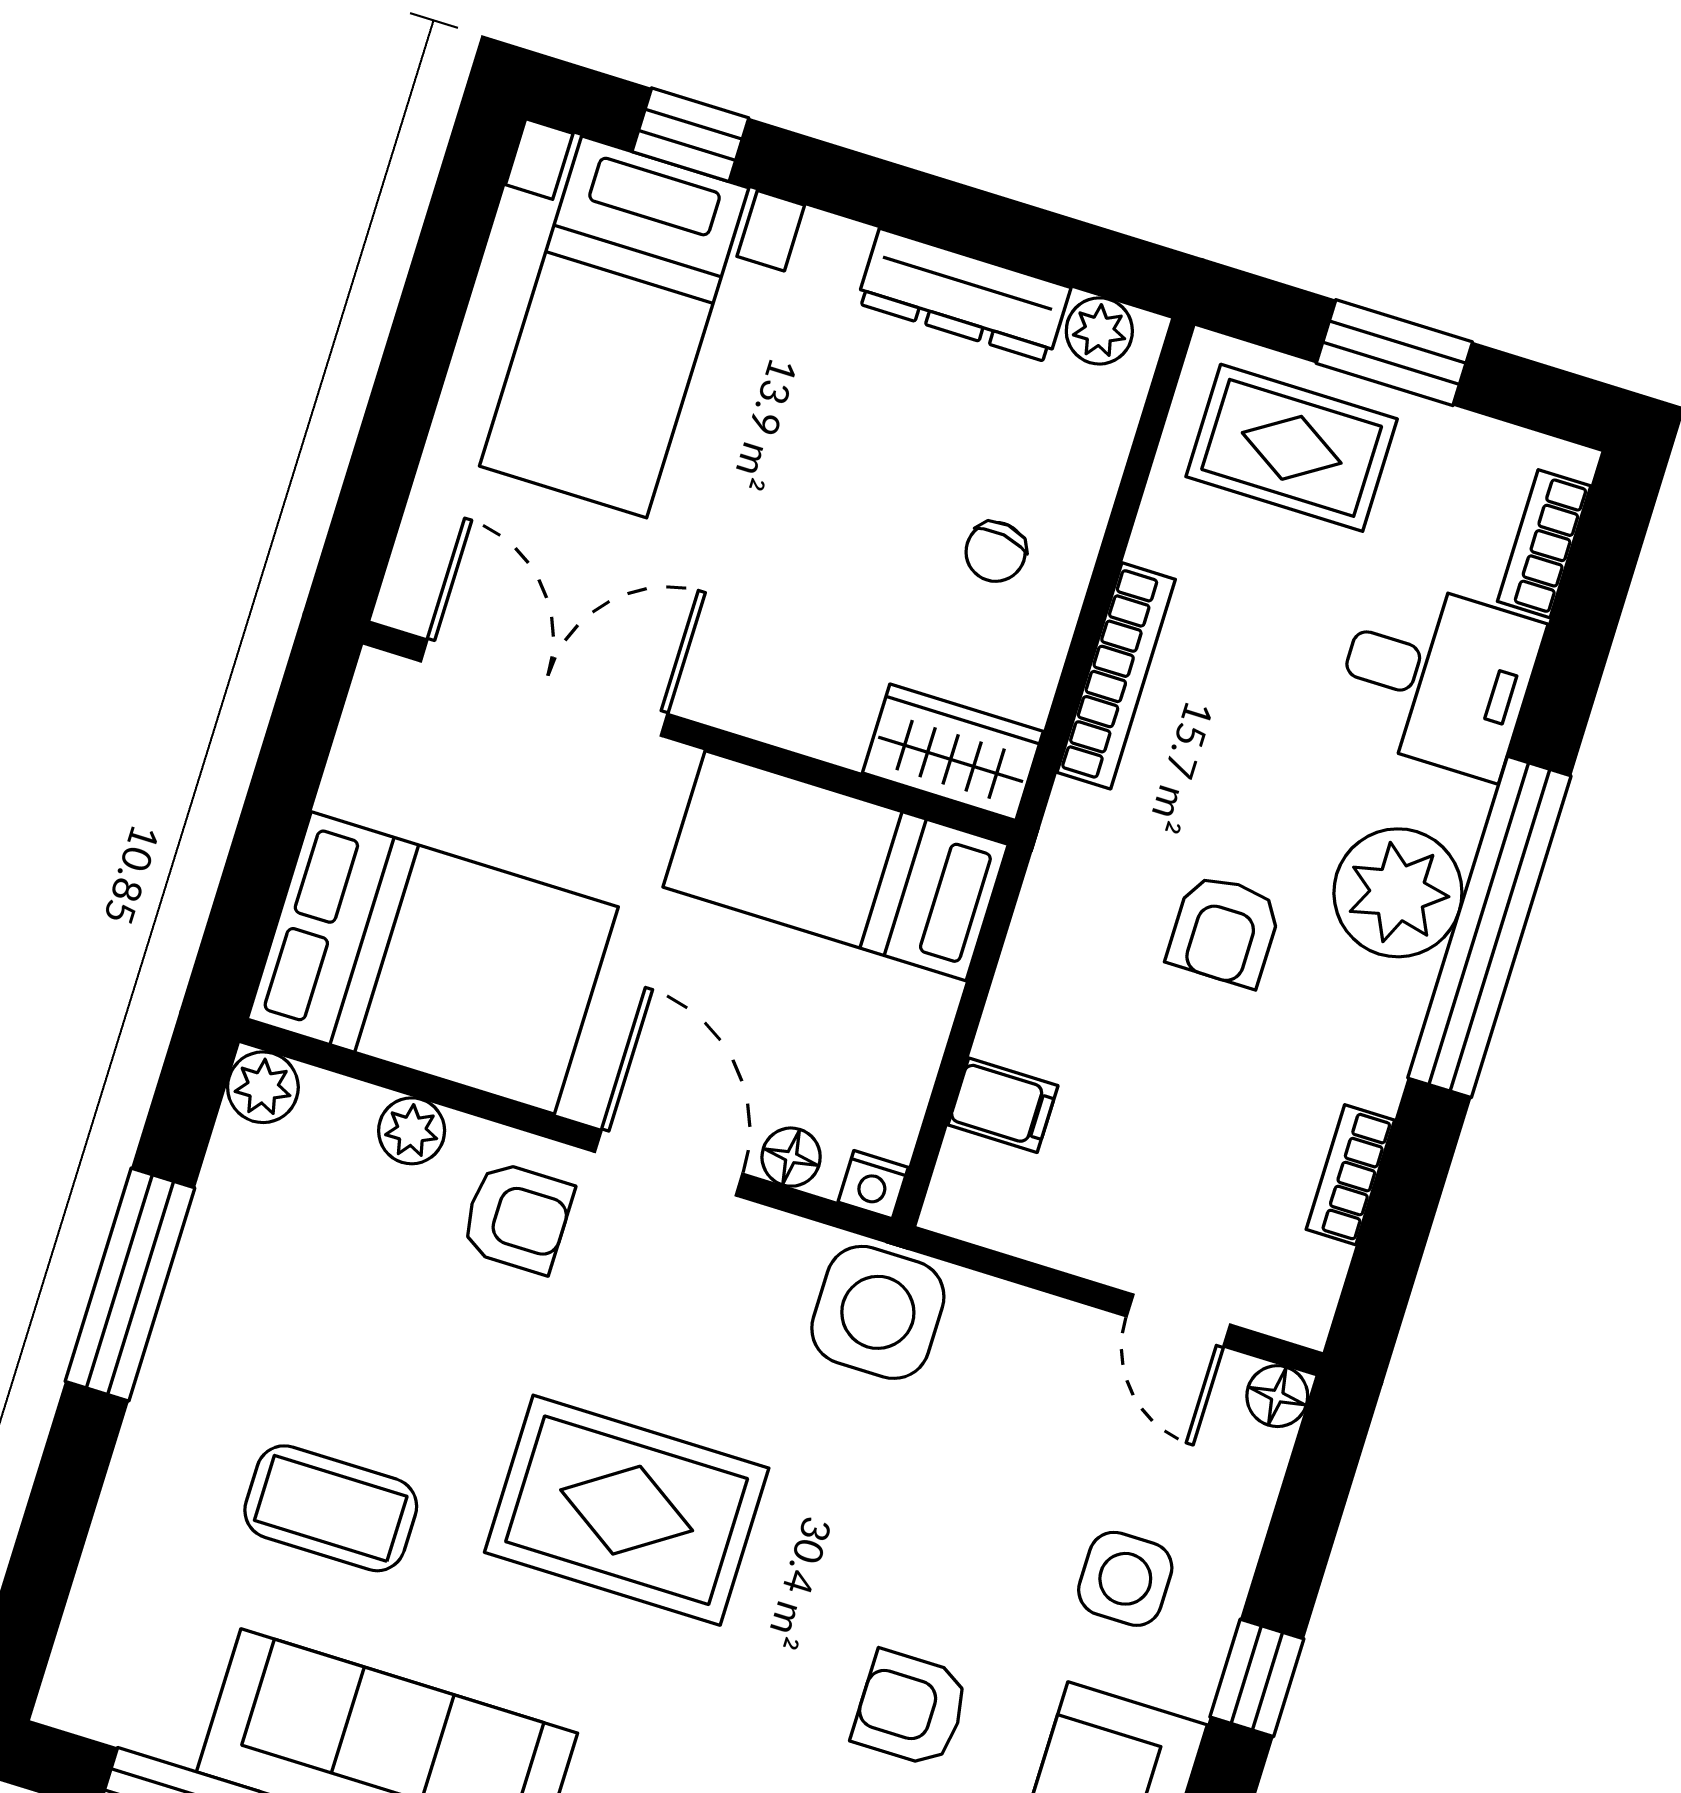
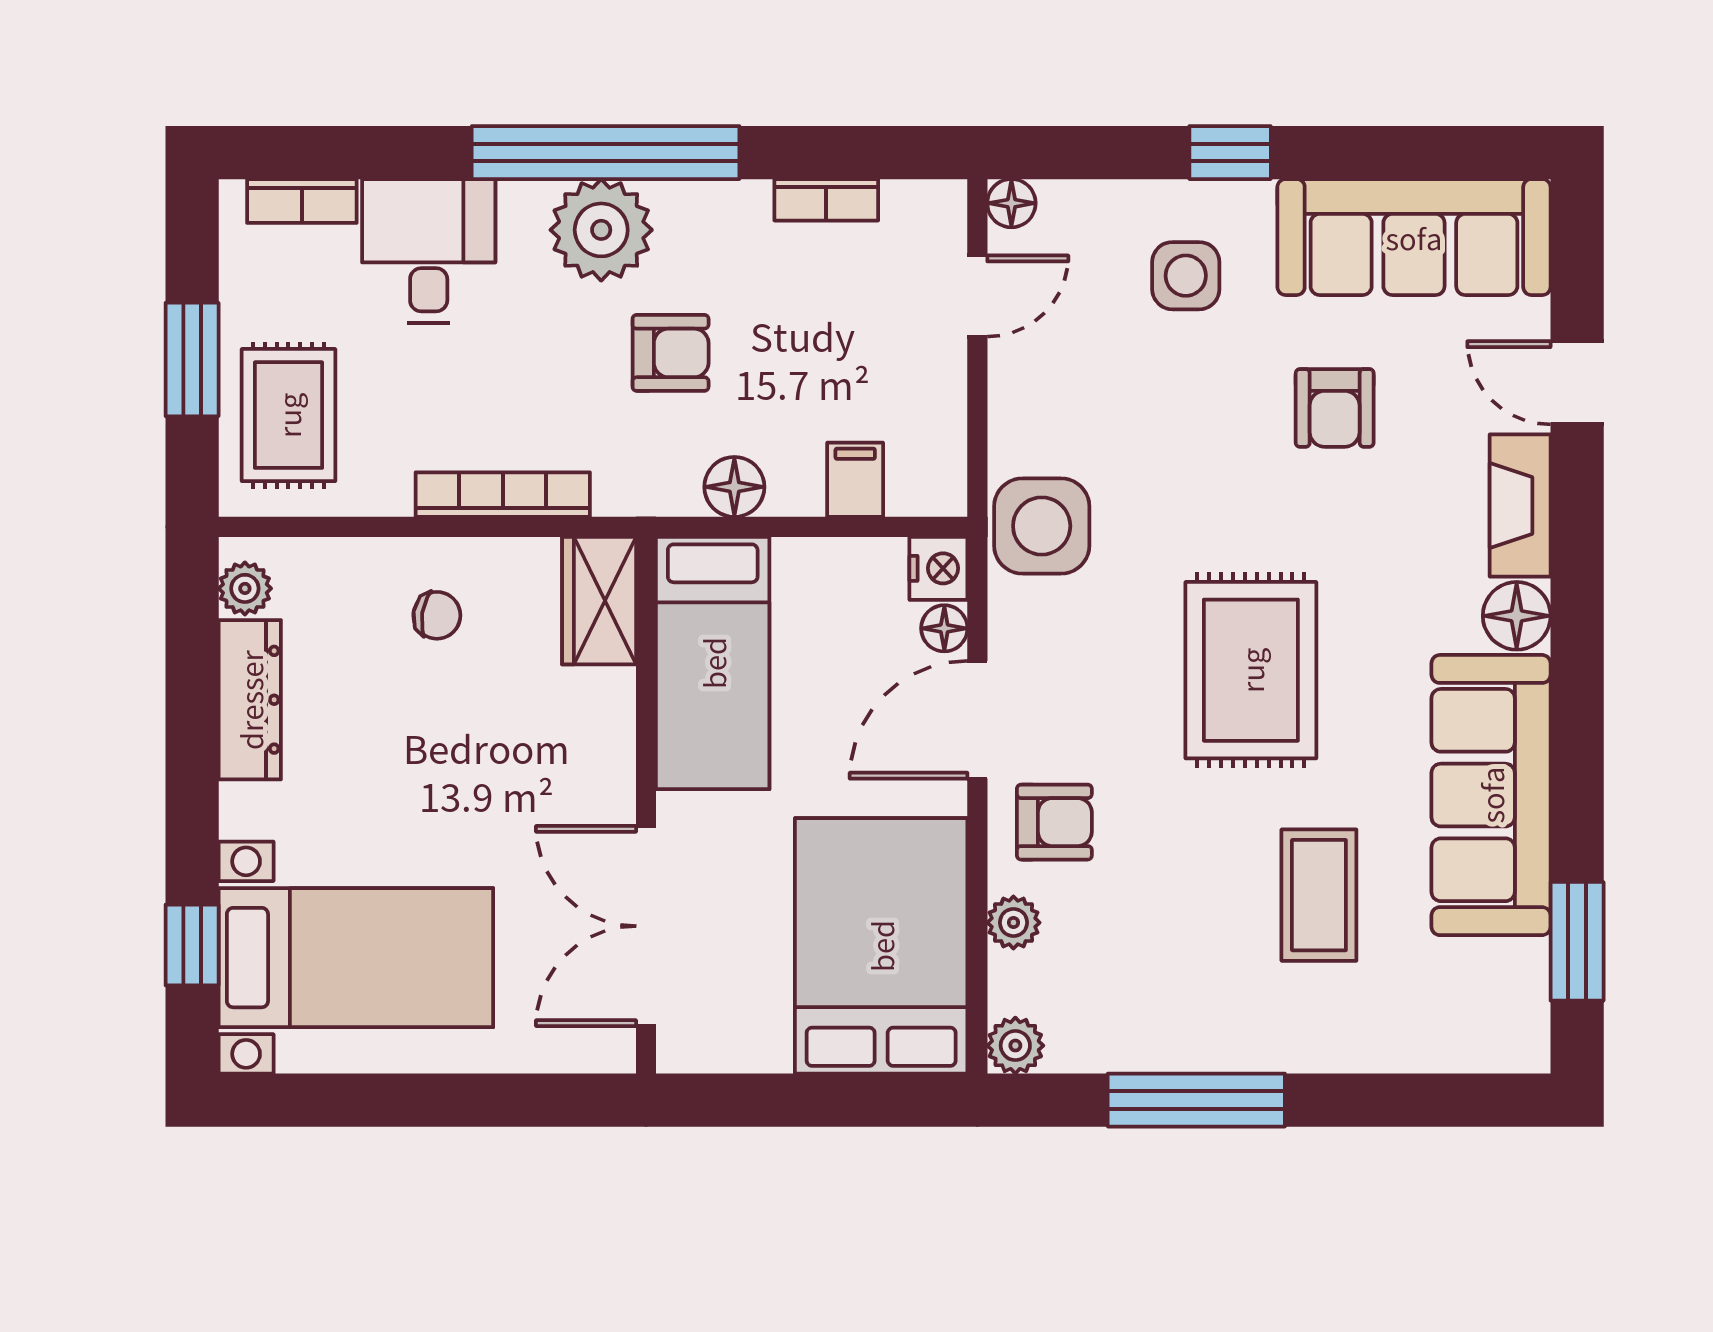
floor lamp: (1039, 957) -> (734, 487), added
nightstand: (873, 1185) -> (938, 568), width x1.39, depth x1.35
armchair: (517, 1217) -> (1054, 822), turned 90

